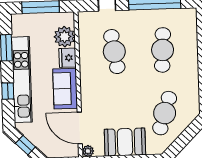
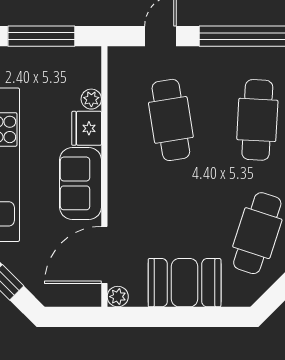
plant: (64, 37) -> (91, 99), width x0.53, depth x0.53
door: (80, 128) -> (104, 255), hinge flipped

